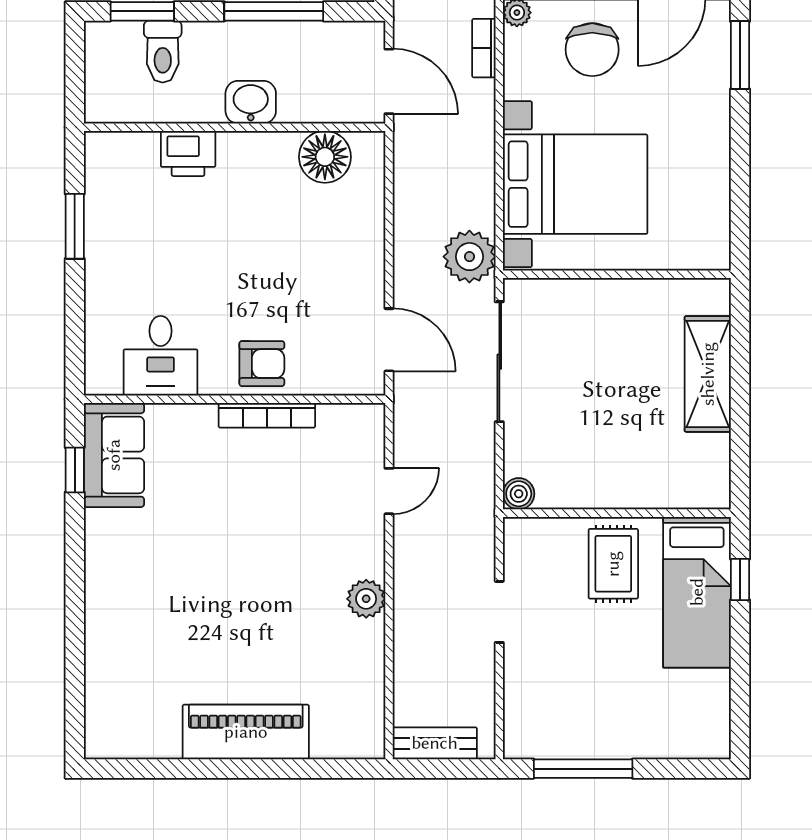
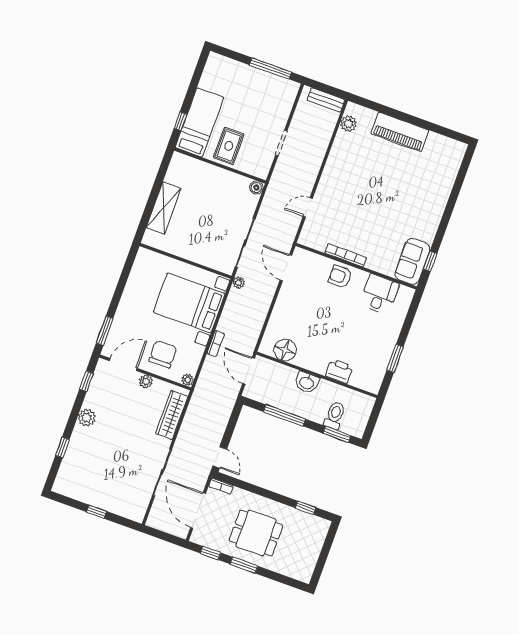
bookcase: (484, 48) -> (216, 344), moved
plant: (469, 257) -> (239, 283), width x0.53, depth x0.53
plant: (366, 599) -> (348, 124), moved

